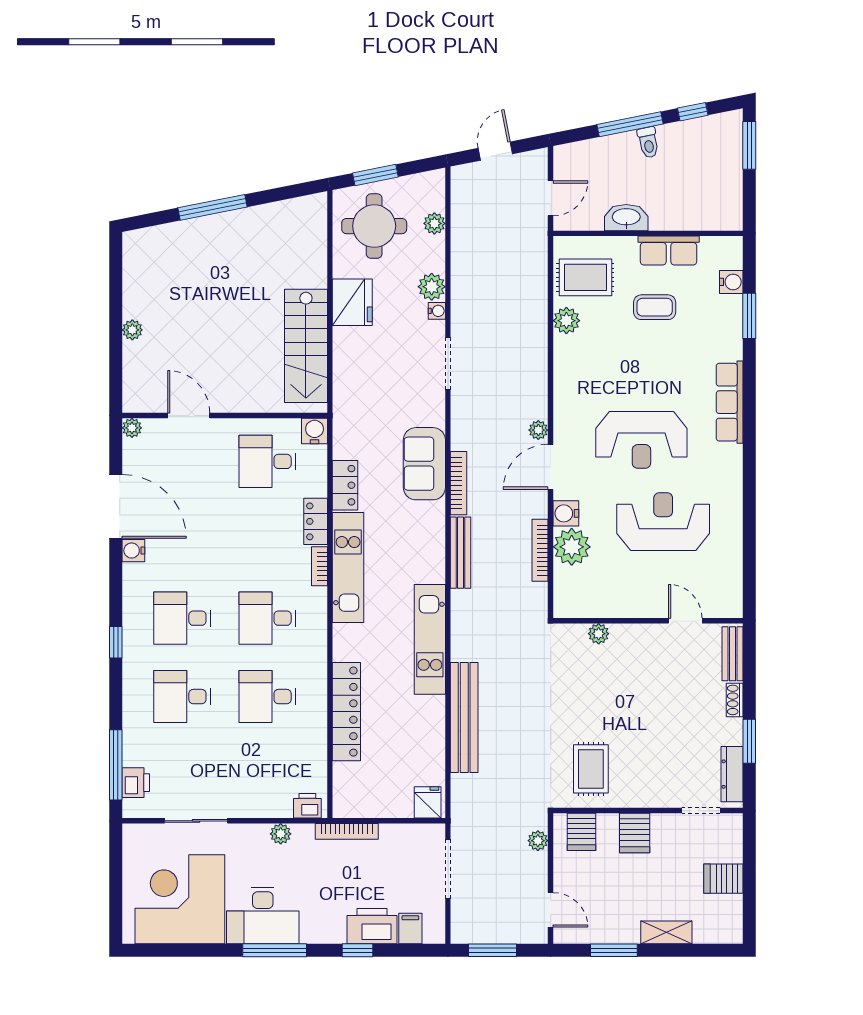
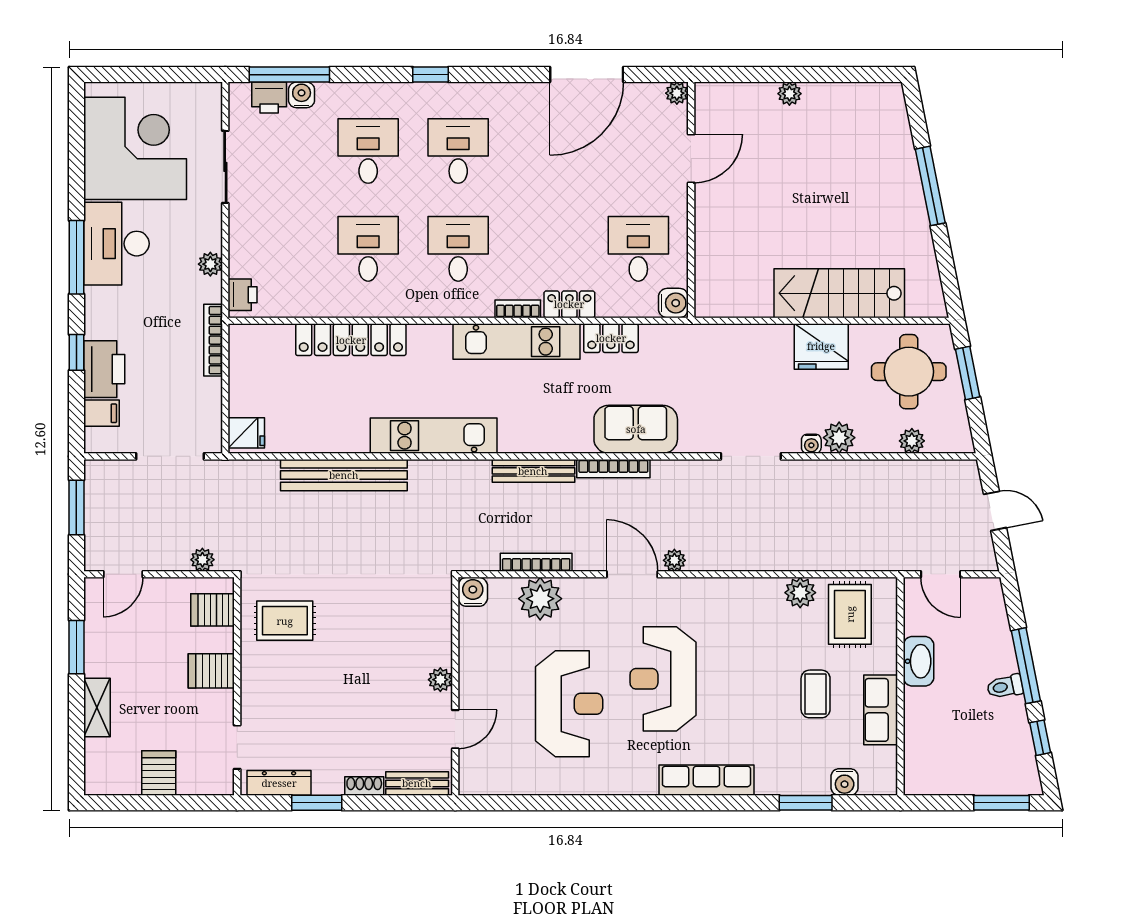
stairs: (306, 346) -> (839, 293), moved
water cooler: (566, 513) -> (473, 592), moved
water cooler: (133, 551) -> (302, 95), moved
plant: (599, 634) -> (440, 680), moved

